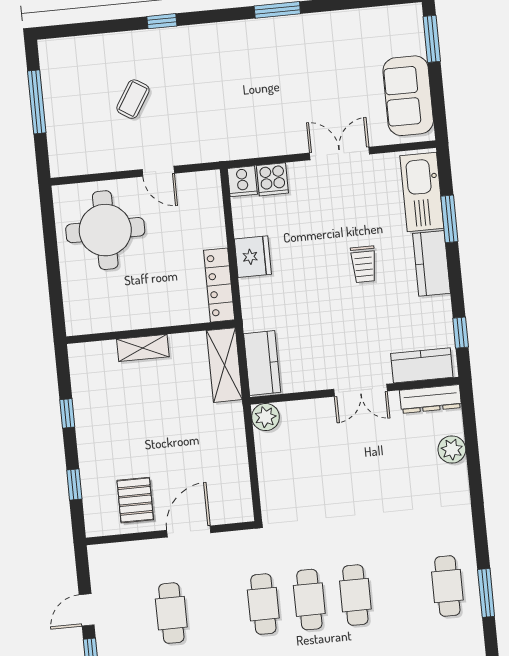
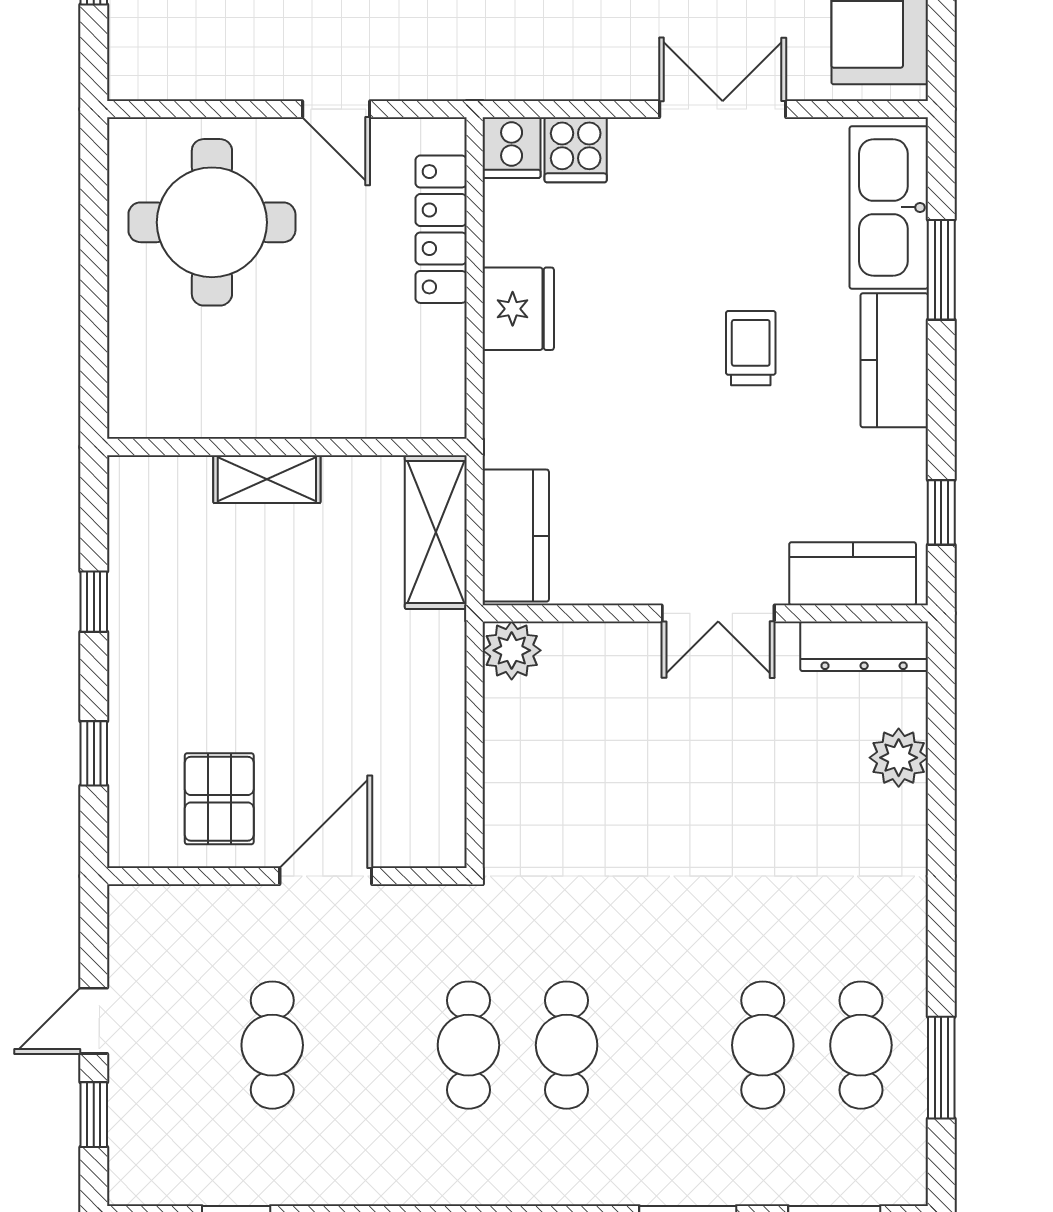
trolley: (364, 264) -> (751, 348), turned 180
locker: (219, 285) -> (441, 229), moved
cafe table: (355, 595) -> (763, 1045), moved

